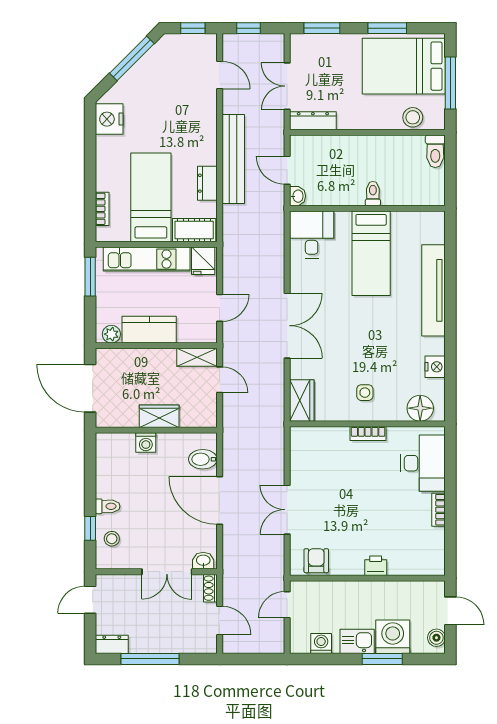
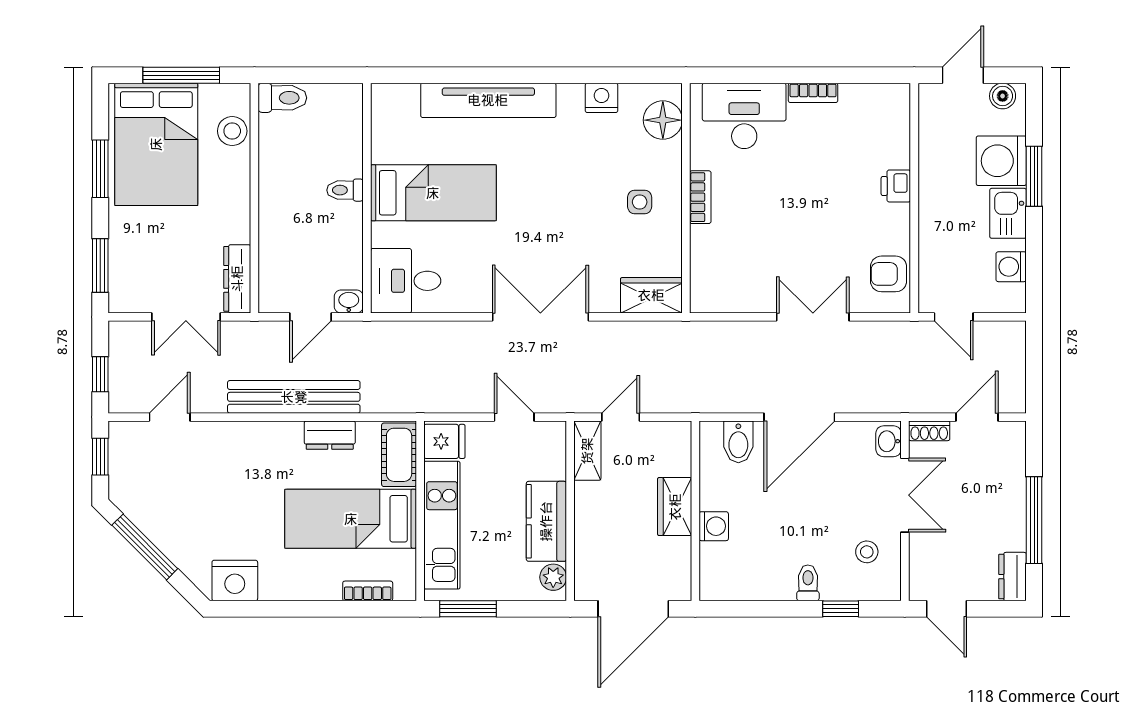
double door: (287, 510) -> (813, 317), swing flipped
stool: (112, 539) -> (867, 552), moved

